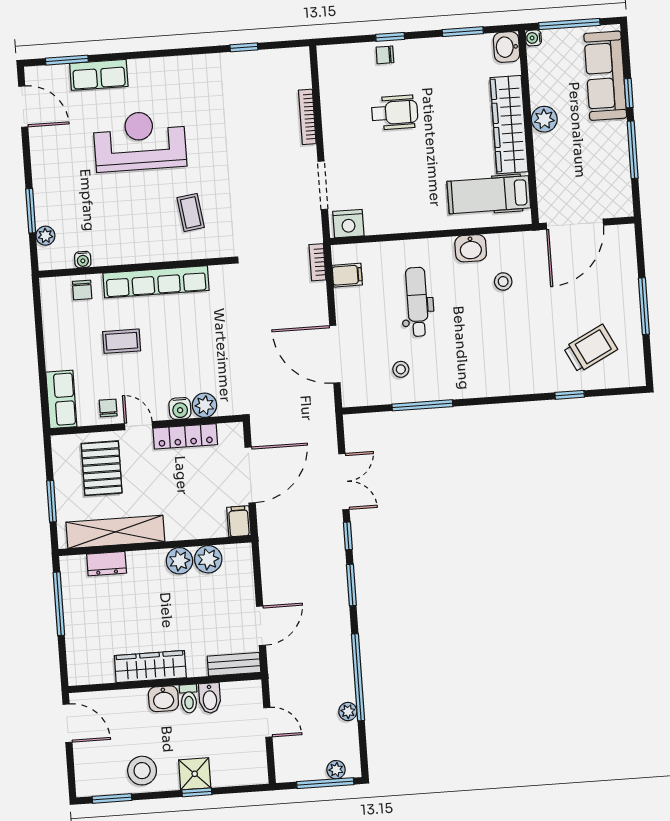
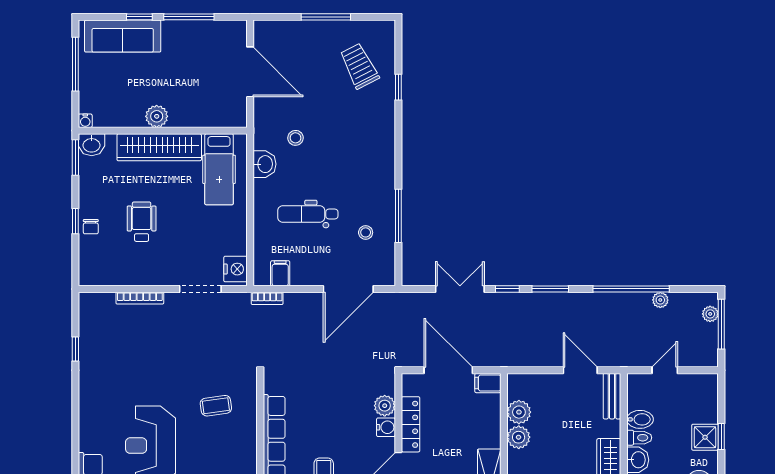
water cooler: (533, 38) -> (85, 121), moved
washbasin: (506, 47) -> (92, 145), moved
plant: (544, 119) -> (157, 116), moved
wardrobe: (509, 125) -> (159, 147), moved
wall: (528, 127) -> (163, 131), moved
hospital bed: (489, 195) -> (219, 169), moved

